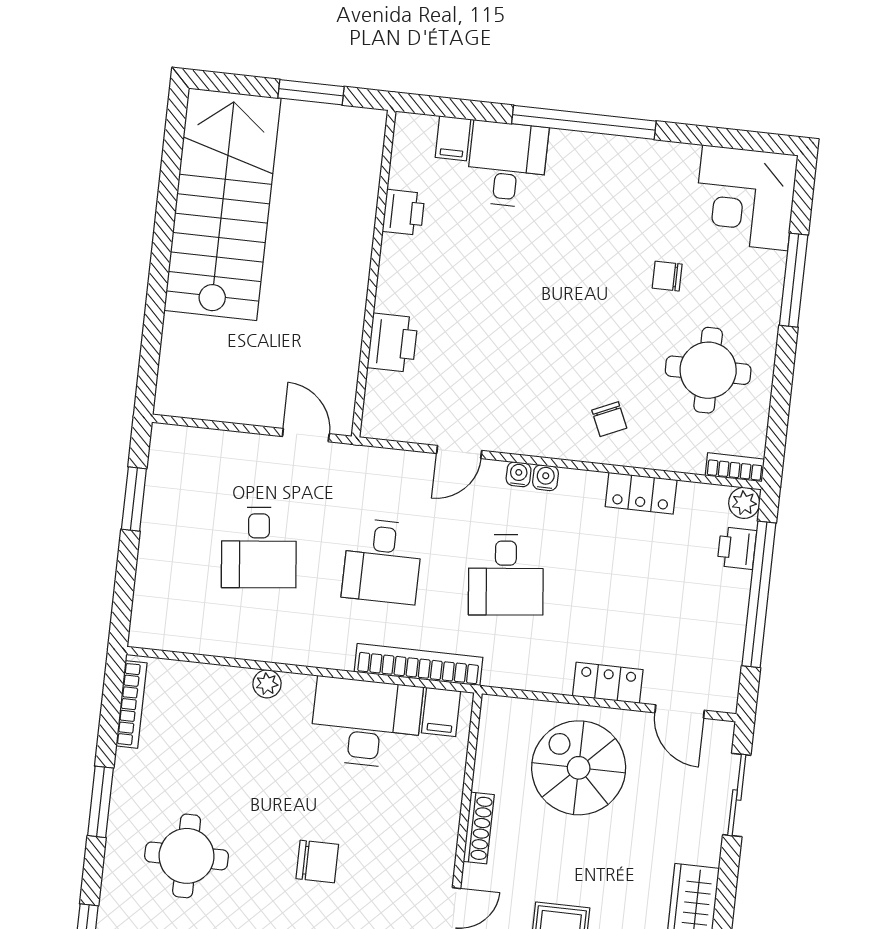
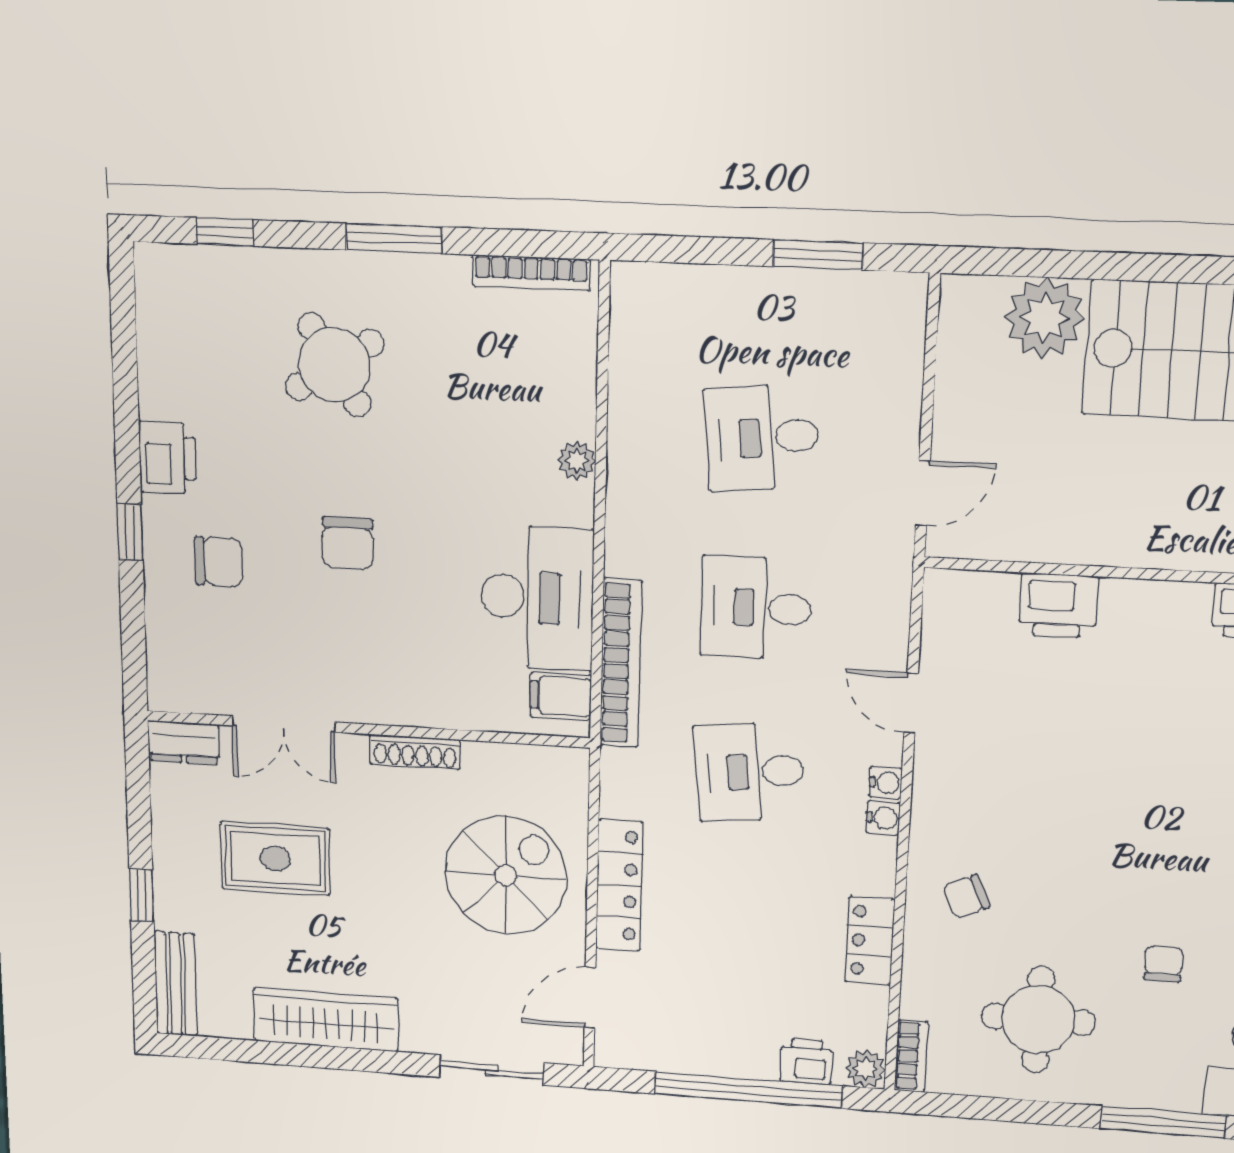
plant: (188, 344) -> (1045, 318), added
locker: (608, 683) -> (619, 885), width x1.53
round table: (187, 856) -> (335, 365), turned -32

